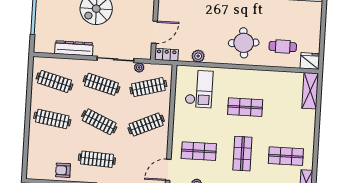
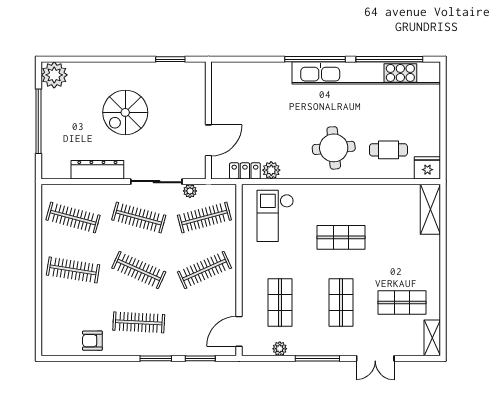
locker: (167, 55) -> (245, 171), moved
checkout: (199, 89) -> (275, 216), turned 180
shop shelf: (199, 151) -> (280, 303), turned 90

